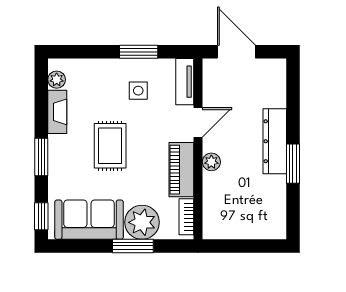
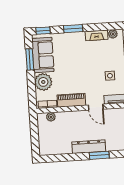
rug: (110, 146) -> (81, 63), removed
plant: (211, 162) -> (51, 117), moved
window: (293, 164) -> (99, 155), moved
window: (133, 246) -> (30, 59), moved

